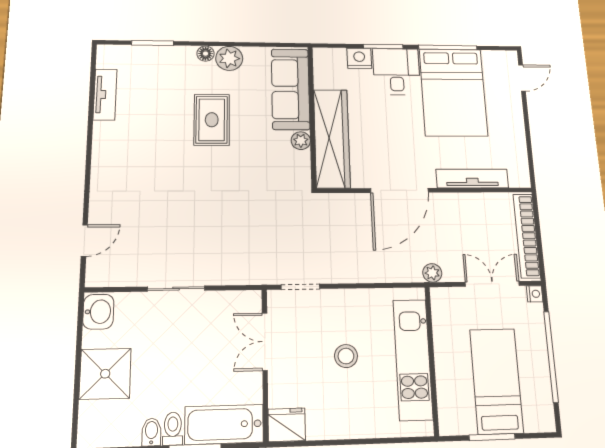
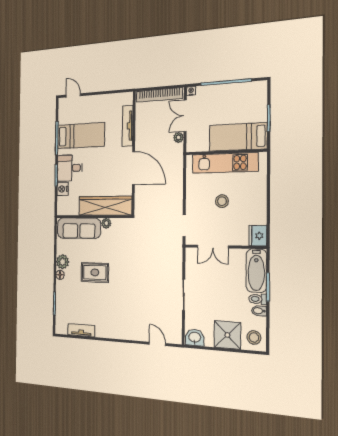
bed: (453, 92) -> (81, 136), width x0.67
plant: (432, 273) -> (178, 138), moved
bed: (496, 381) -> (238, 137), moved
stool: (102, 424) -> (254, 337), added

